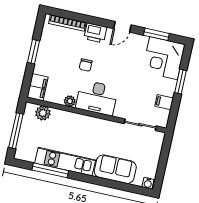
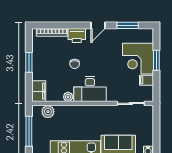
corner desk: (164, 58) -> (138, 59), moved

